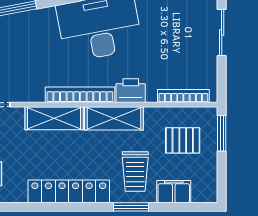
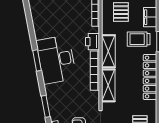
trolley: (135, 171) -> (139, 39), turned 180

